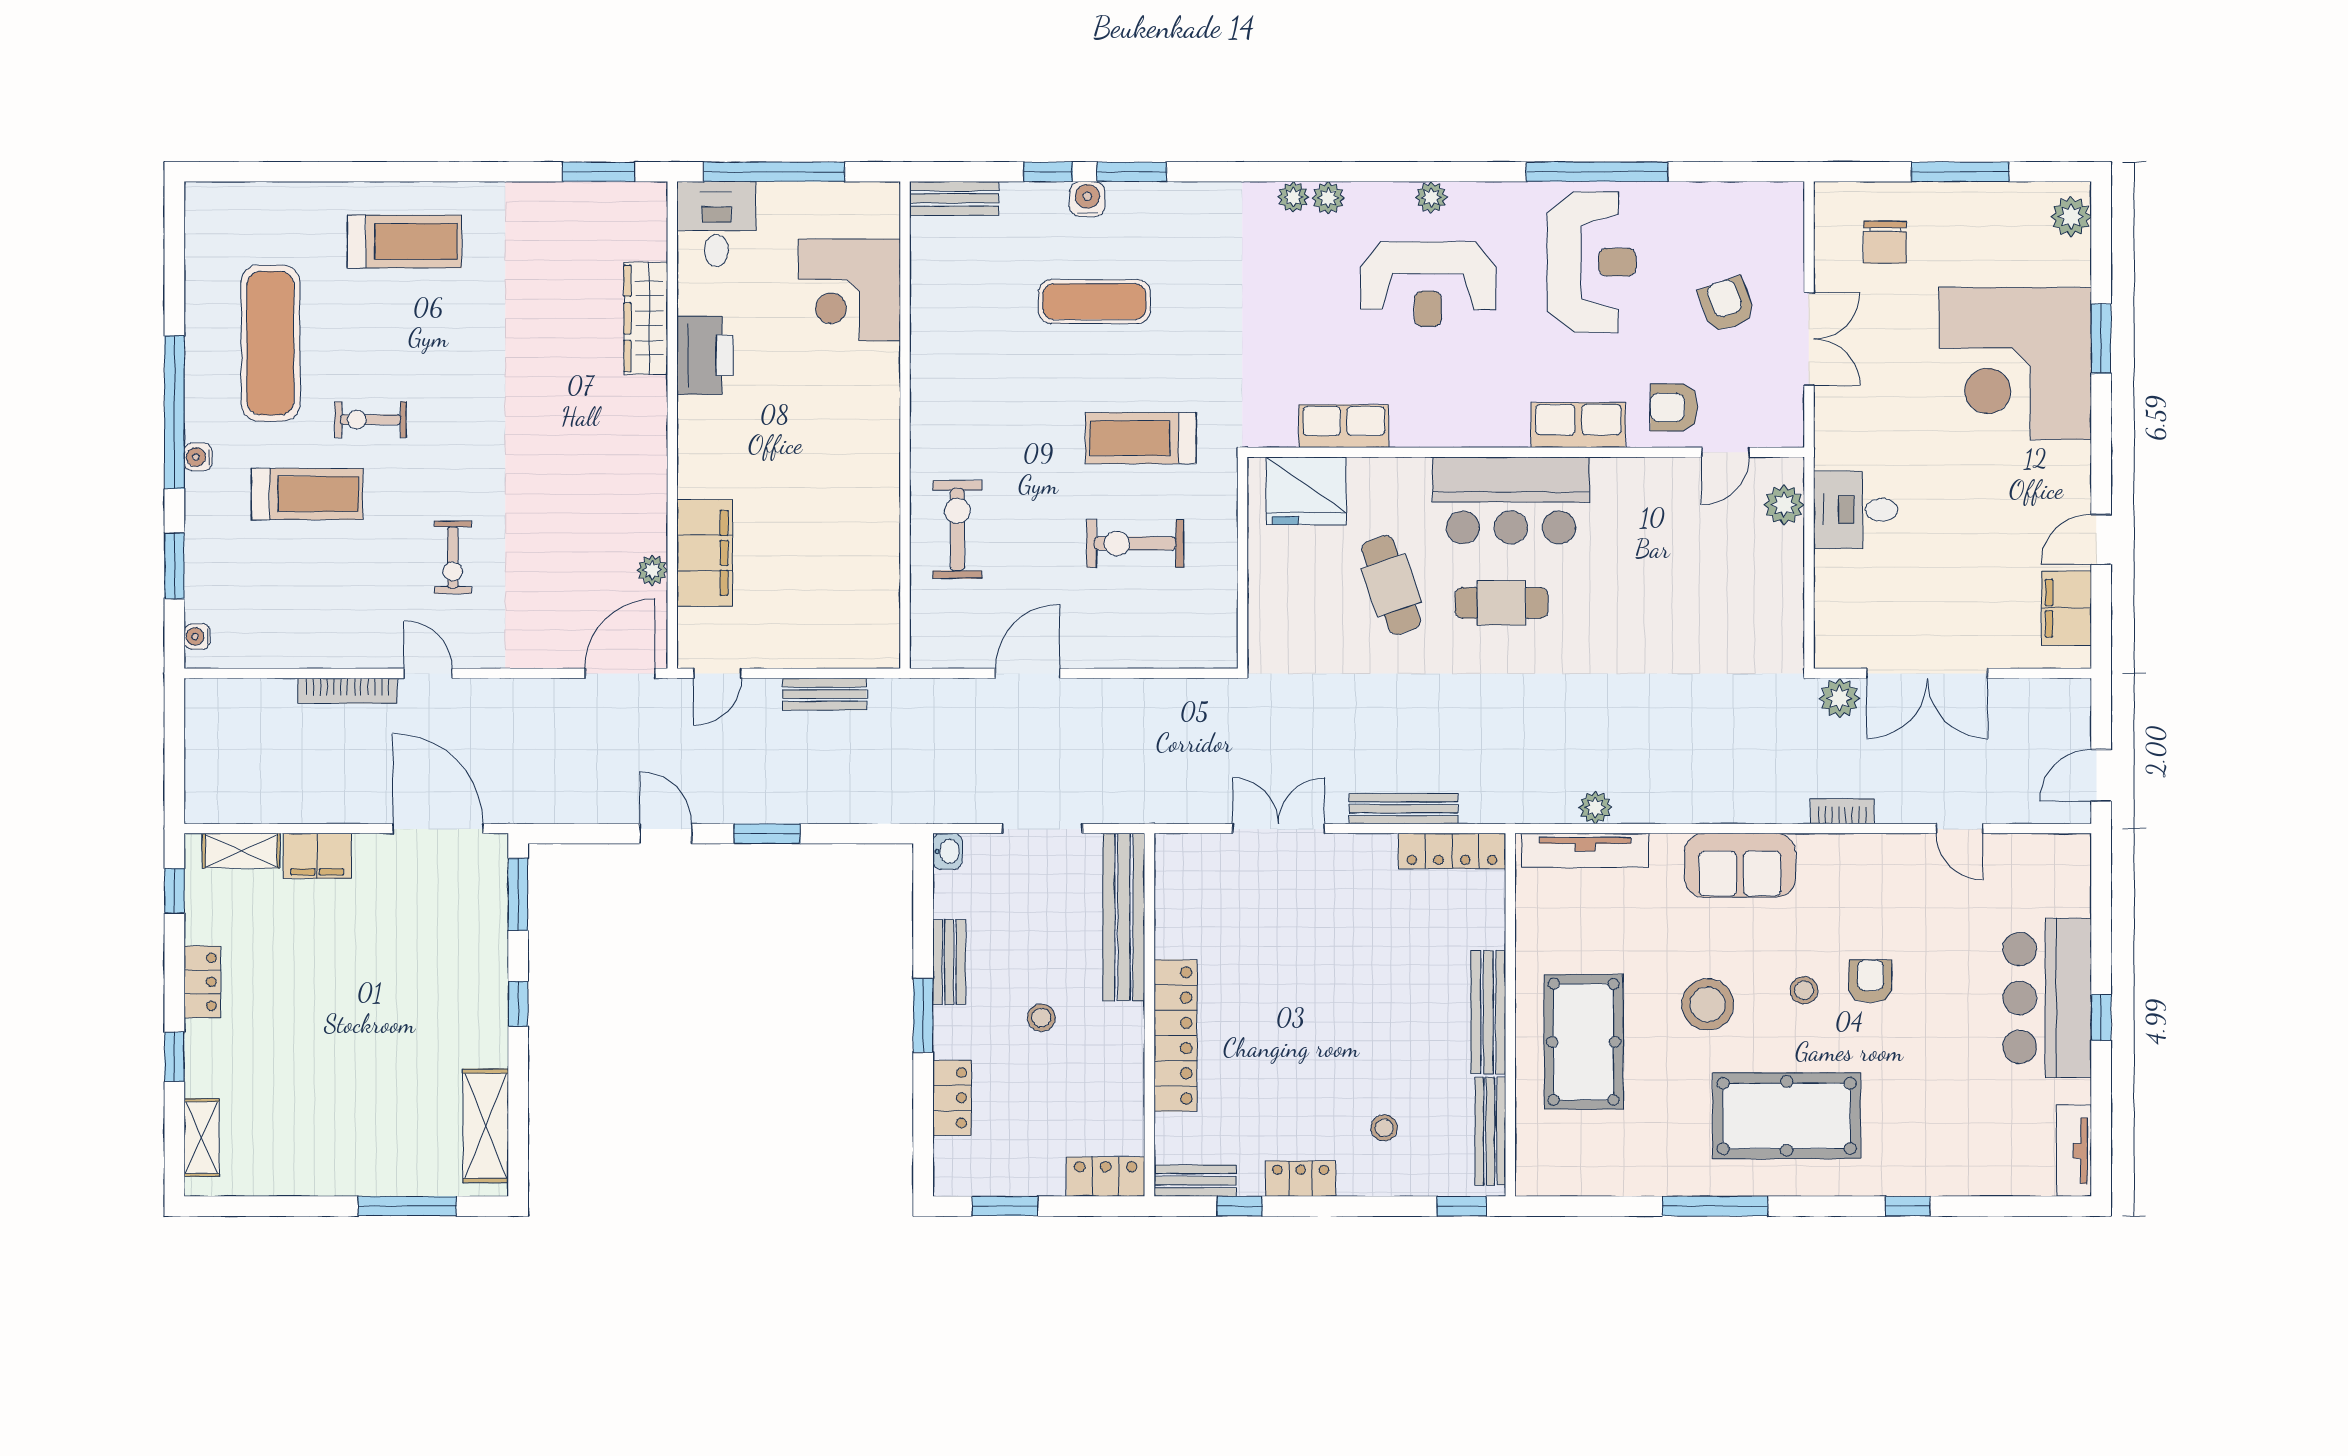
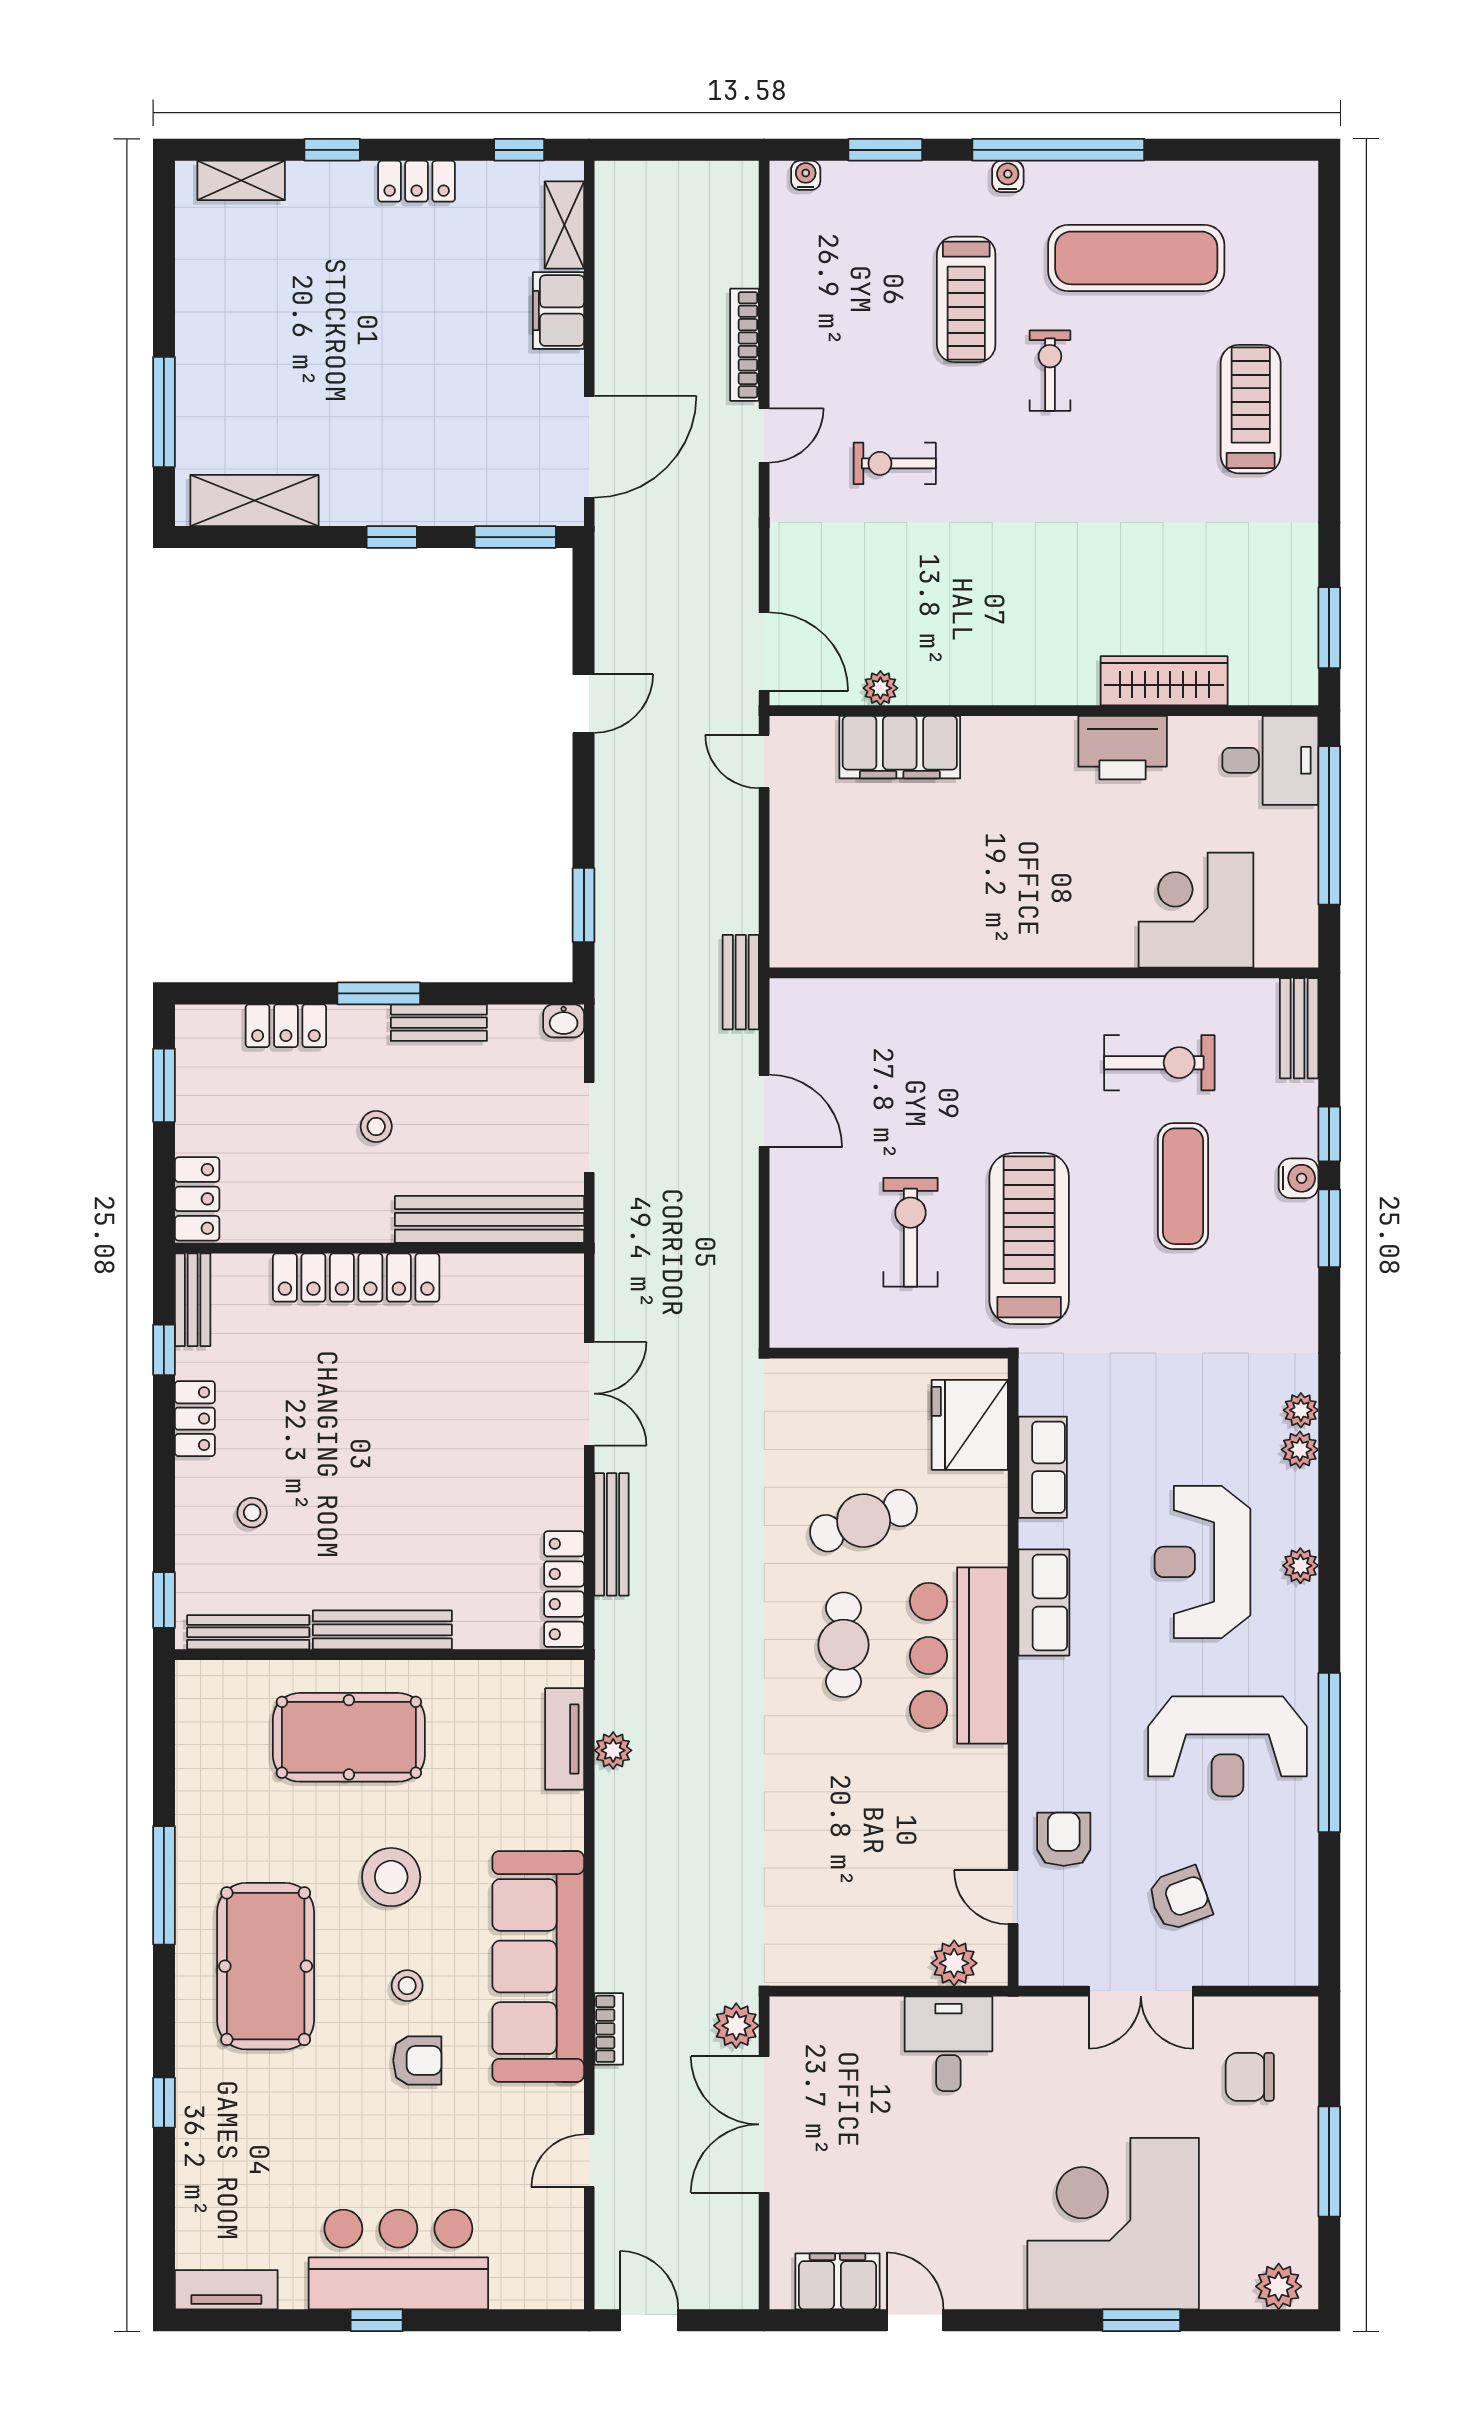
treadmill: (405, 241) -> (1251, 409), turned 180
row of seats: (1578, 425) -> (1044, 1602), moved
treadmill: (1141, 438) -> (1029, 1239), width x1.37, depth x1.38
exercise bike: (957, 530) -> (1159, 1063), moved
bench: (824, 694) -> (741, 982), moved
window: (767, 834) -> (584, 905), moved
tv unit: (1585, 850) -> (565, 1739), width x0.71
sofa: (1740, 865) -> (538, 1966), width x1.85, depth x1.27

